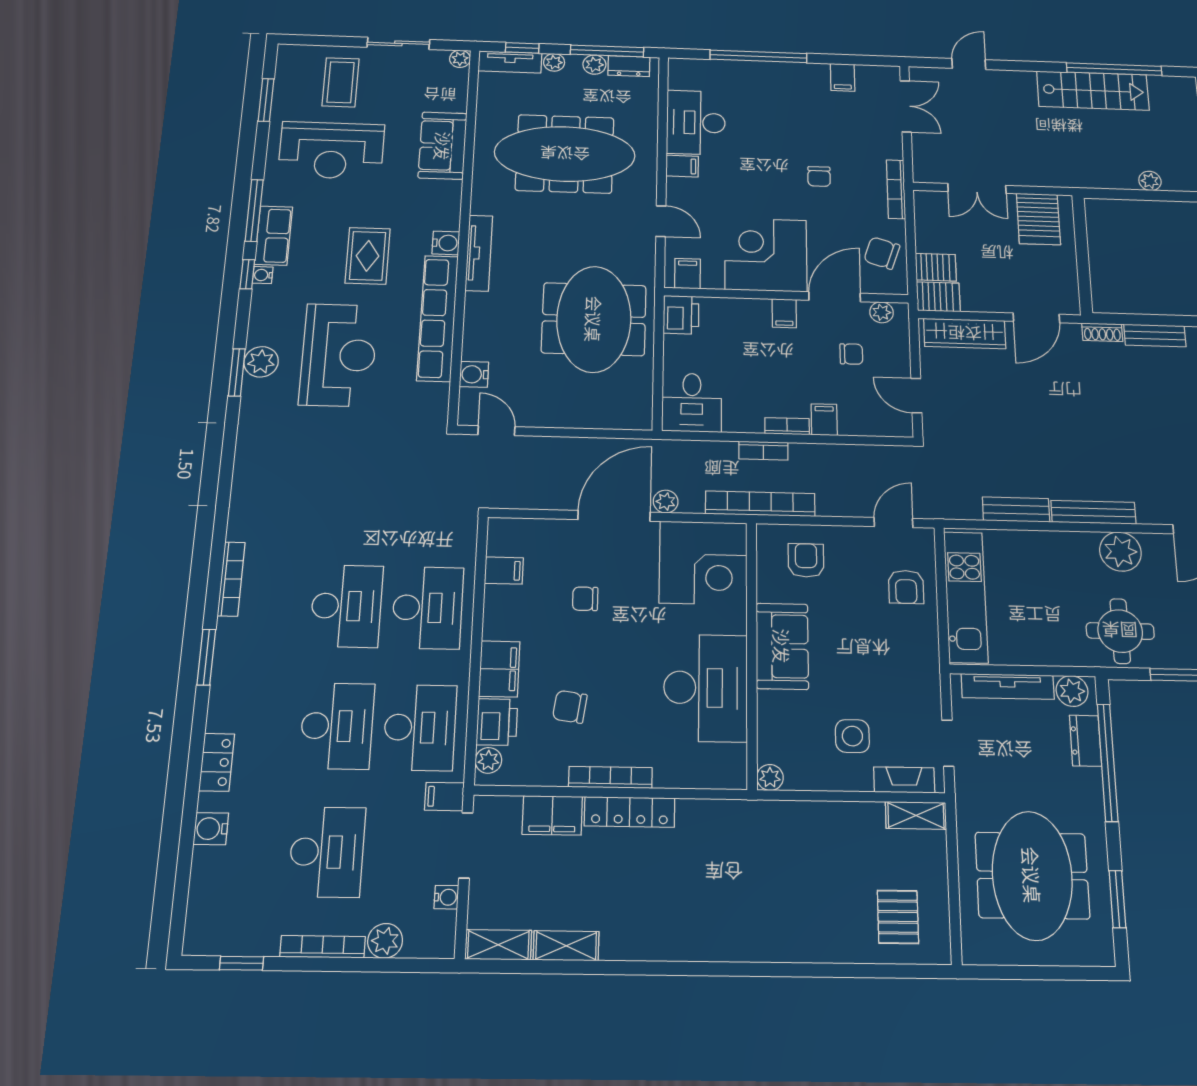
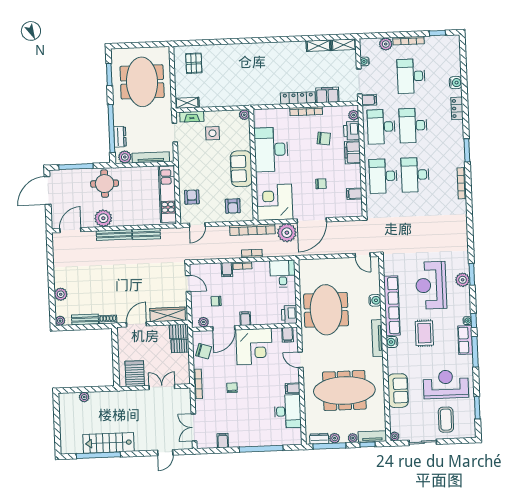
water cooler: (474, 374) -> (375, 300), moved
plant: (666, 502) -> (287, 233), width x1.88, depth x1.88

